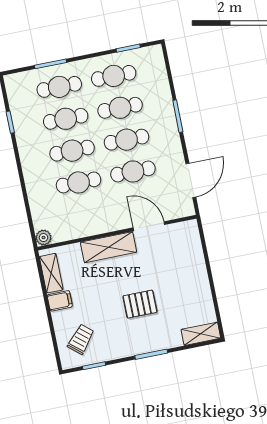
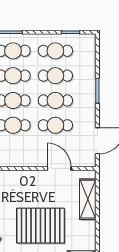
shelving: (109, 247) -> (88, 199), moved, turned 90
pallet: (140, 304) -> (41, 226), width x2.05, depth x2.00

